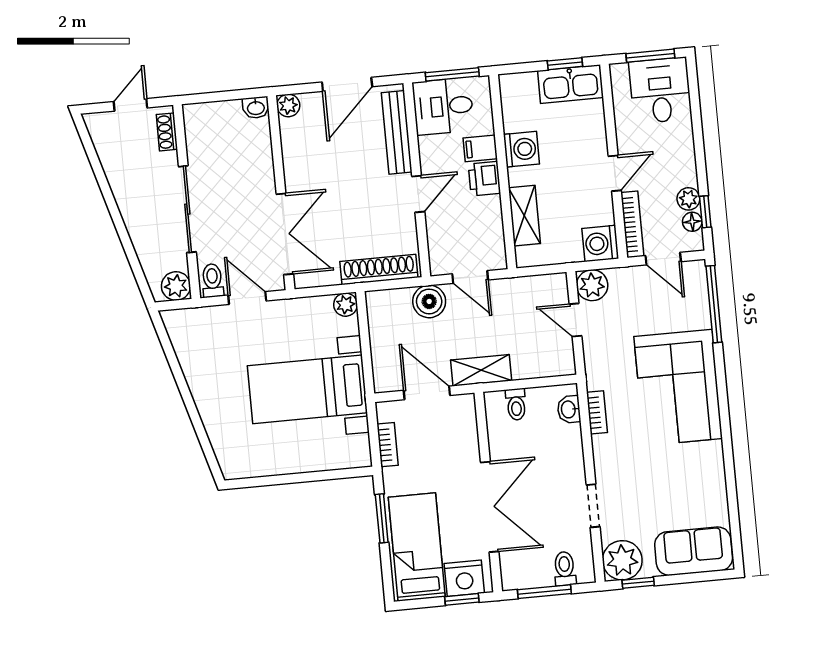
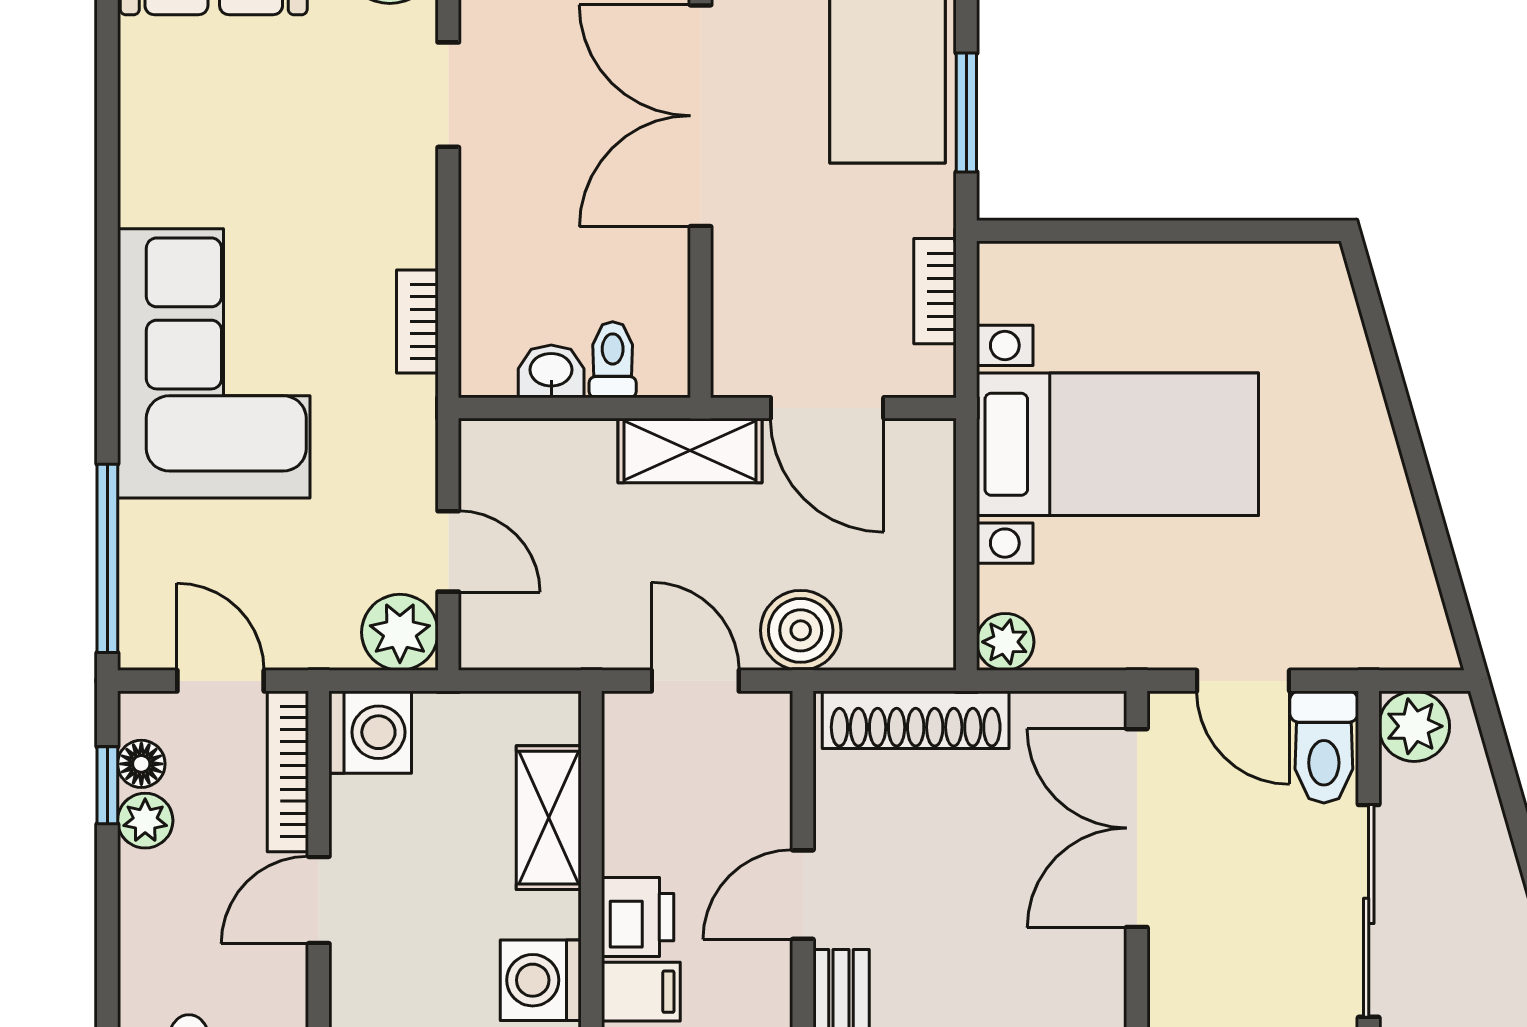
toilet: (212, 280) -> (1324, 747), width x1.37, depth x1.39
washbasin: (569, 409) -> (551, 371), moved, turned -90

